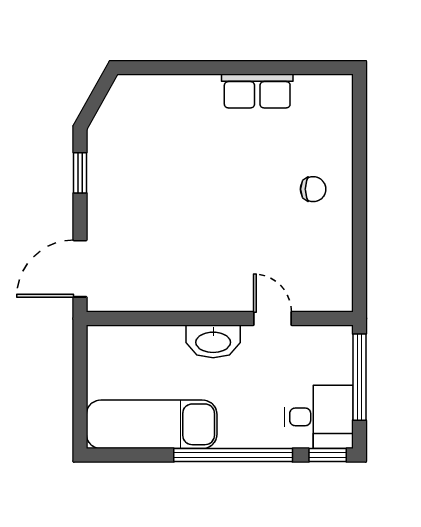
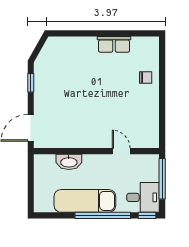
chair: (313, 189) -> (146, 78), moved
washbasin: (213, 341) -> (69, 162), moved
exam couch: (152, 424) -> (85, 201), moved

